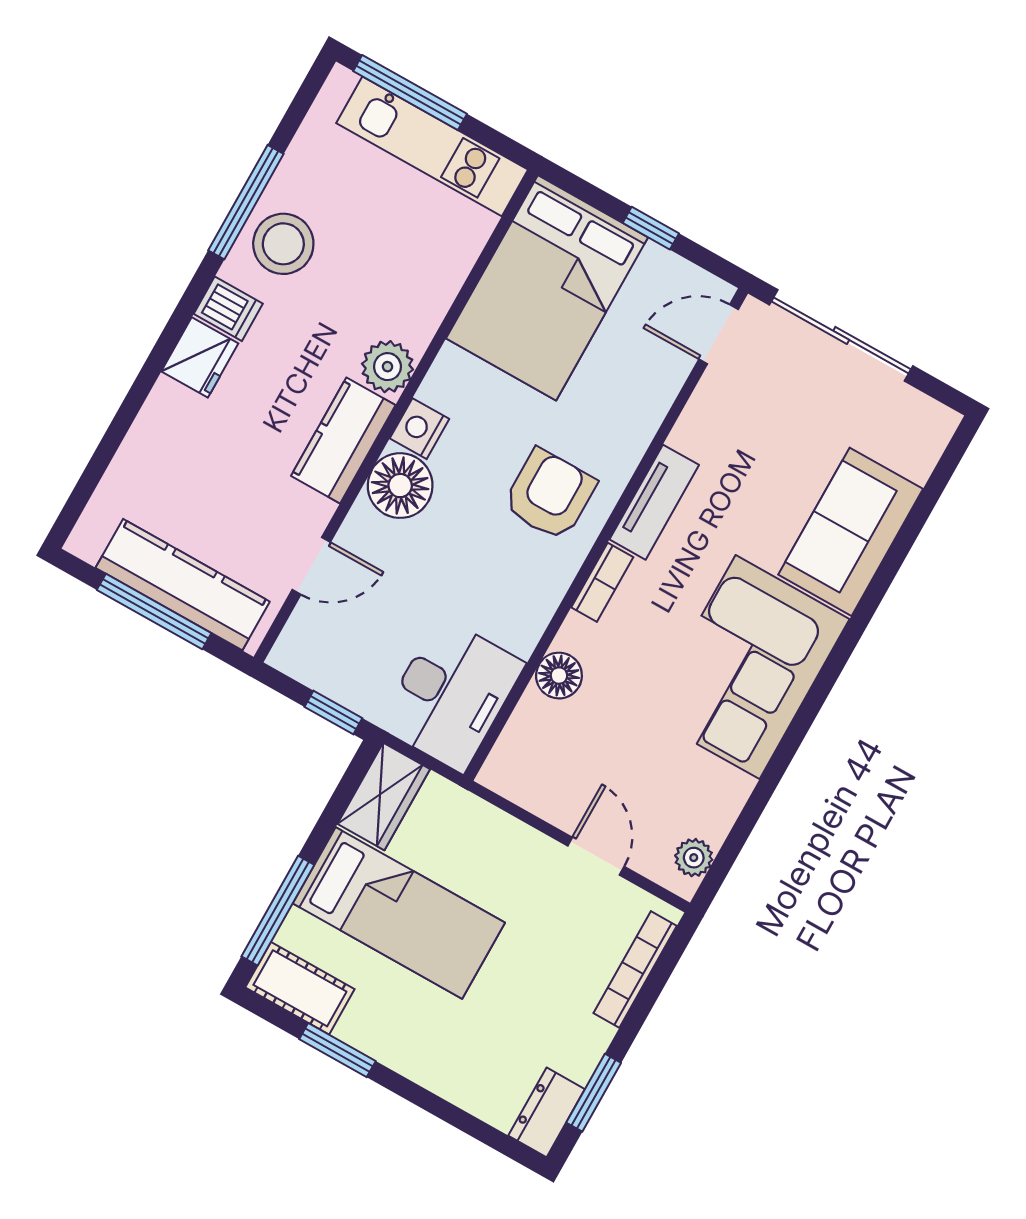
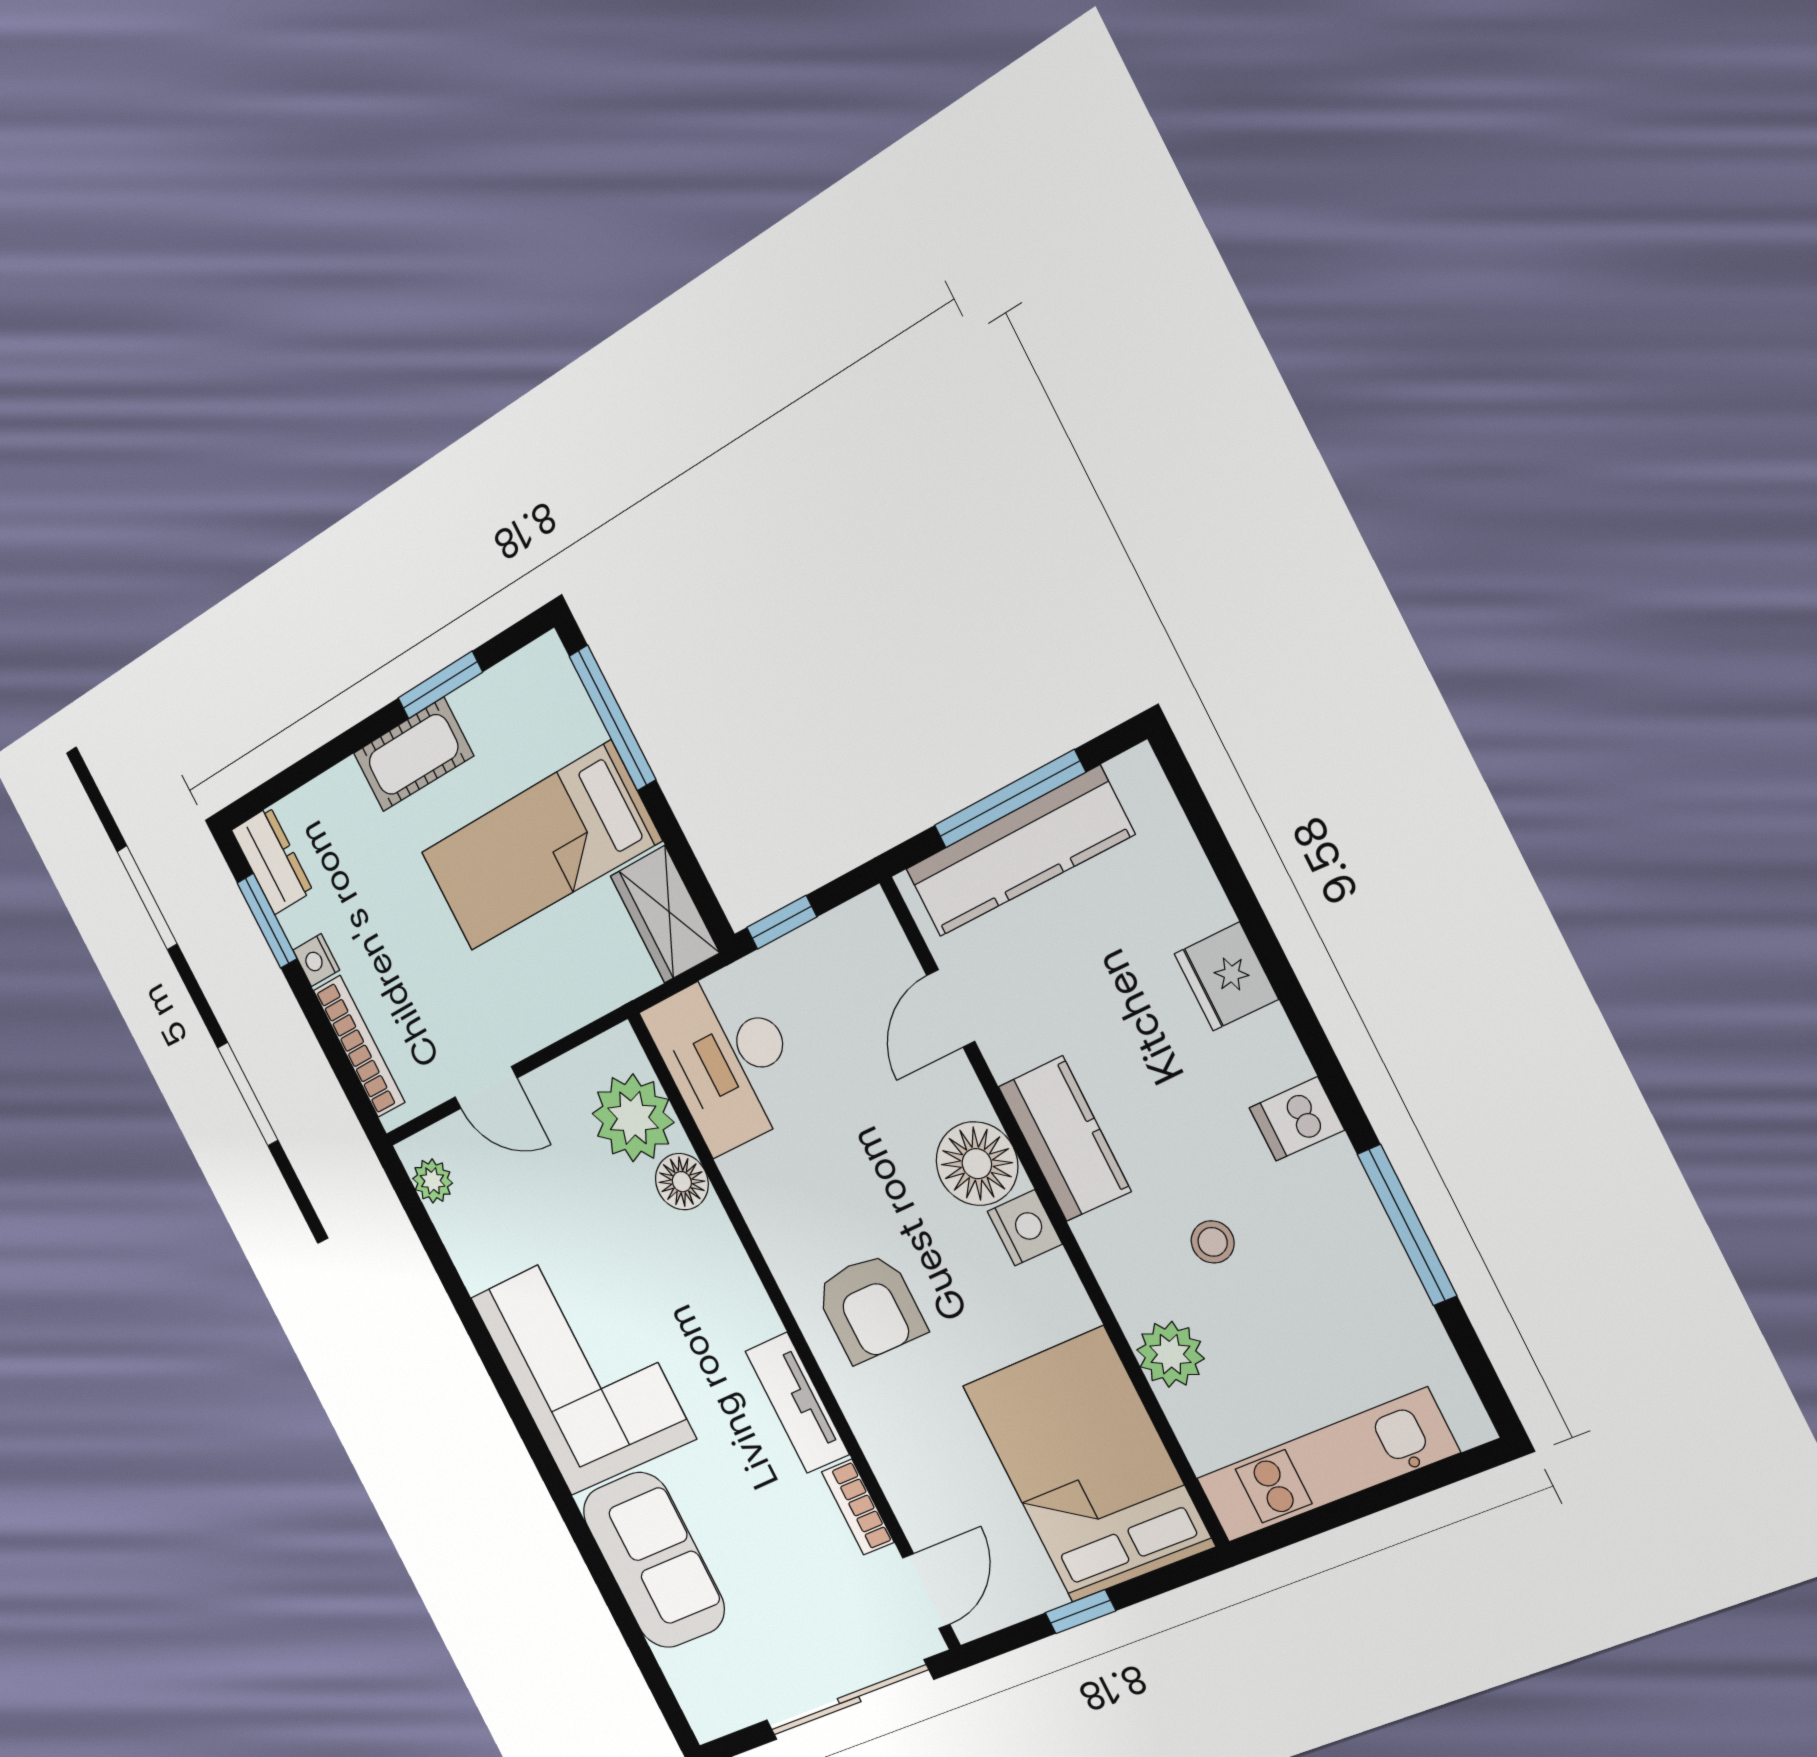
window: (410, 93) -> (1405, 1488), removed
stool: (283, 244) -> (1213, 1242), moved, width x0.53, depth x0.53
fridge: (200, 357) -> (1226, 977), moved
plant: (387, 367) -> (1170, 1354), moved
bookcase: (602, 582) -> (858, 1507), moved
plant: (540, 736) -> (633, 1118), added
cot: (300, 988) -> (413, 755), moved
nightstand: (595, 1038) -> (316, 960), added

